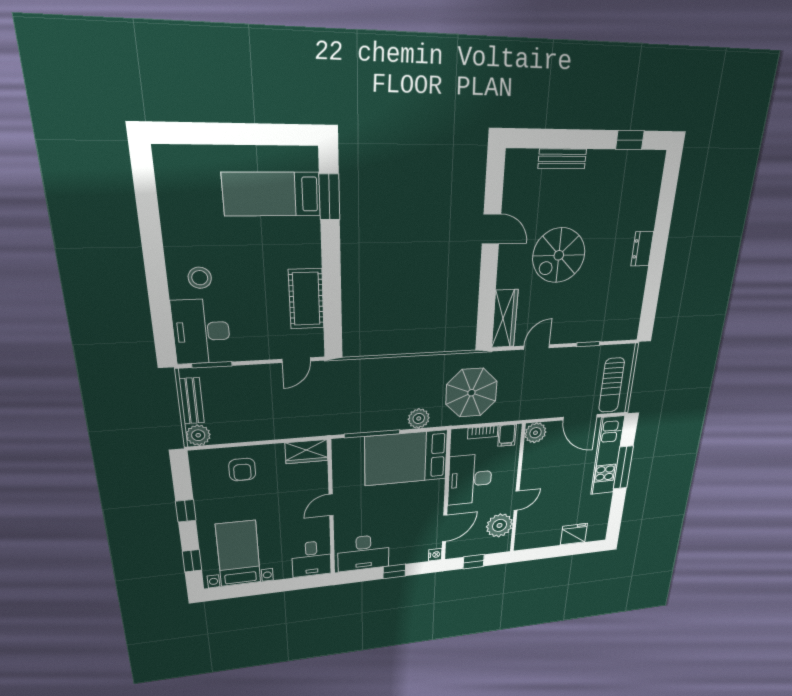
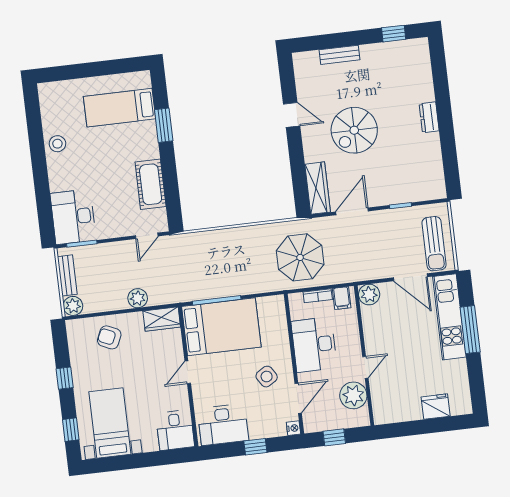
window: (329, 197) -> (164, 125), moved
stool: (200, 278) -> (57, 144), moved
door: (537, 347) -> (352, 211), width x1.38
plant: (419, 418) -> (138, 298), moved
bed: (406, 458) -> (221, 327), moved, turned 180
armchair: (242, 470) -> (109, 337), turned 114
side table: (416, 509) -> (267, 377), added

